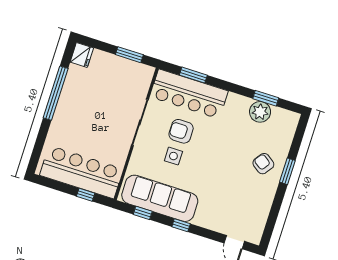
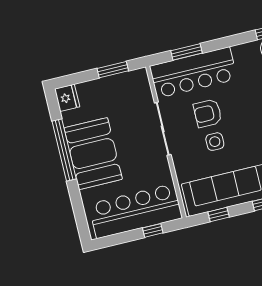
booth: (76, 109) -> (93, 154), added

